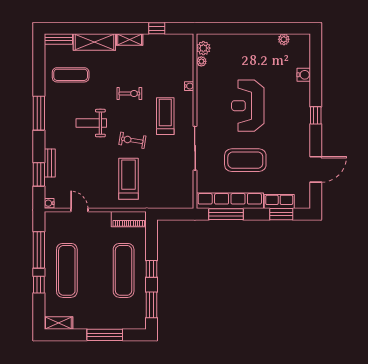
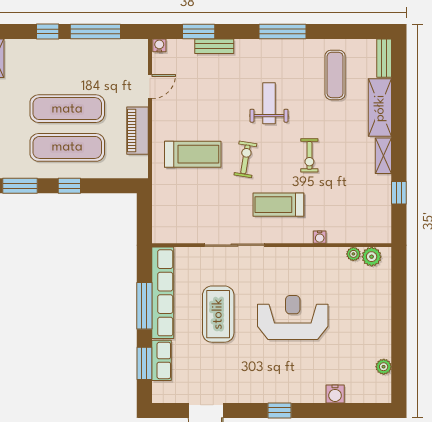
treadmill: (165, 116) -> (278, 205), turned 180
window: (226, 214) -> (144, 306), moved
piano: (129, 219) -> (137, 131), moved
exercise mat: (67, 270) -> (67, 109), moved

